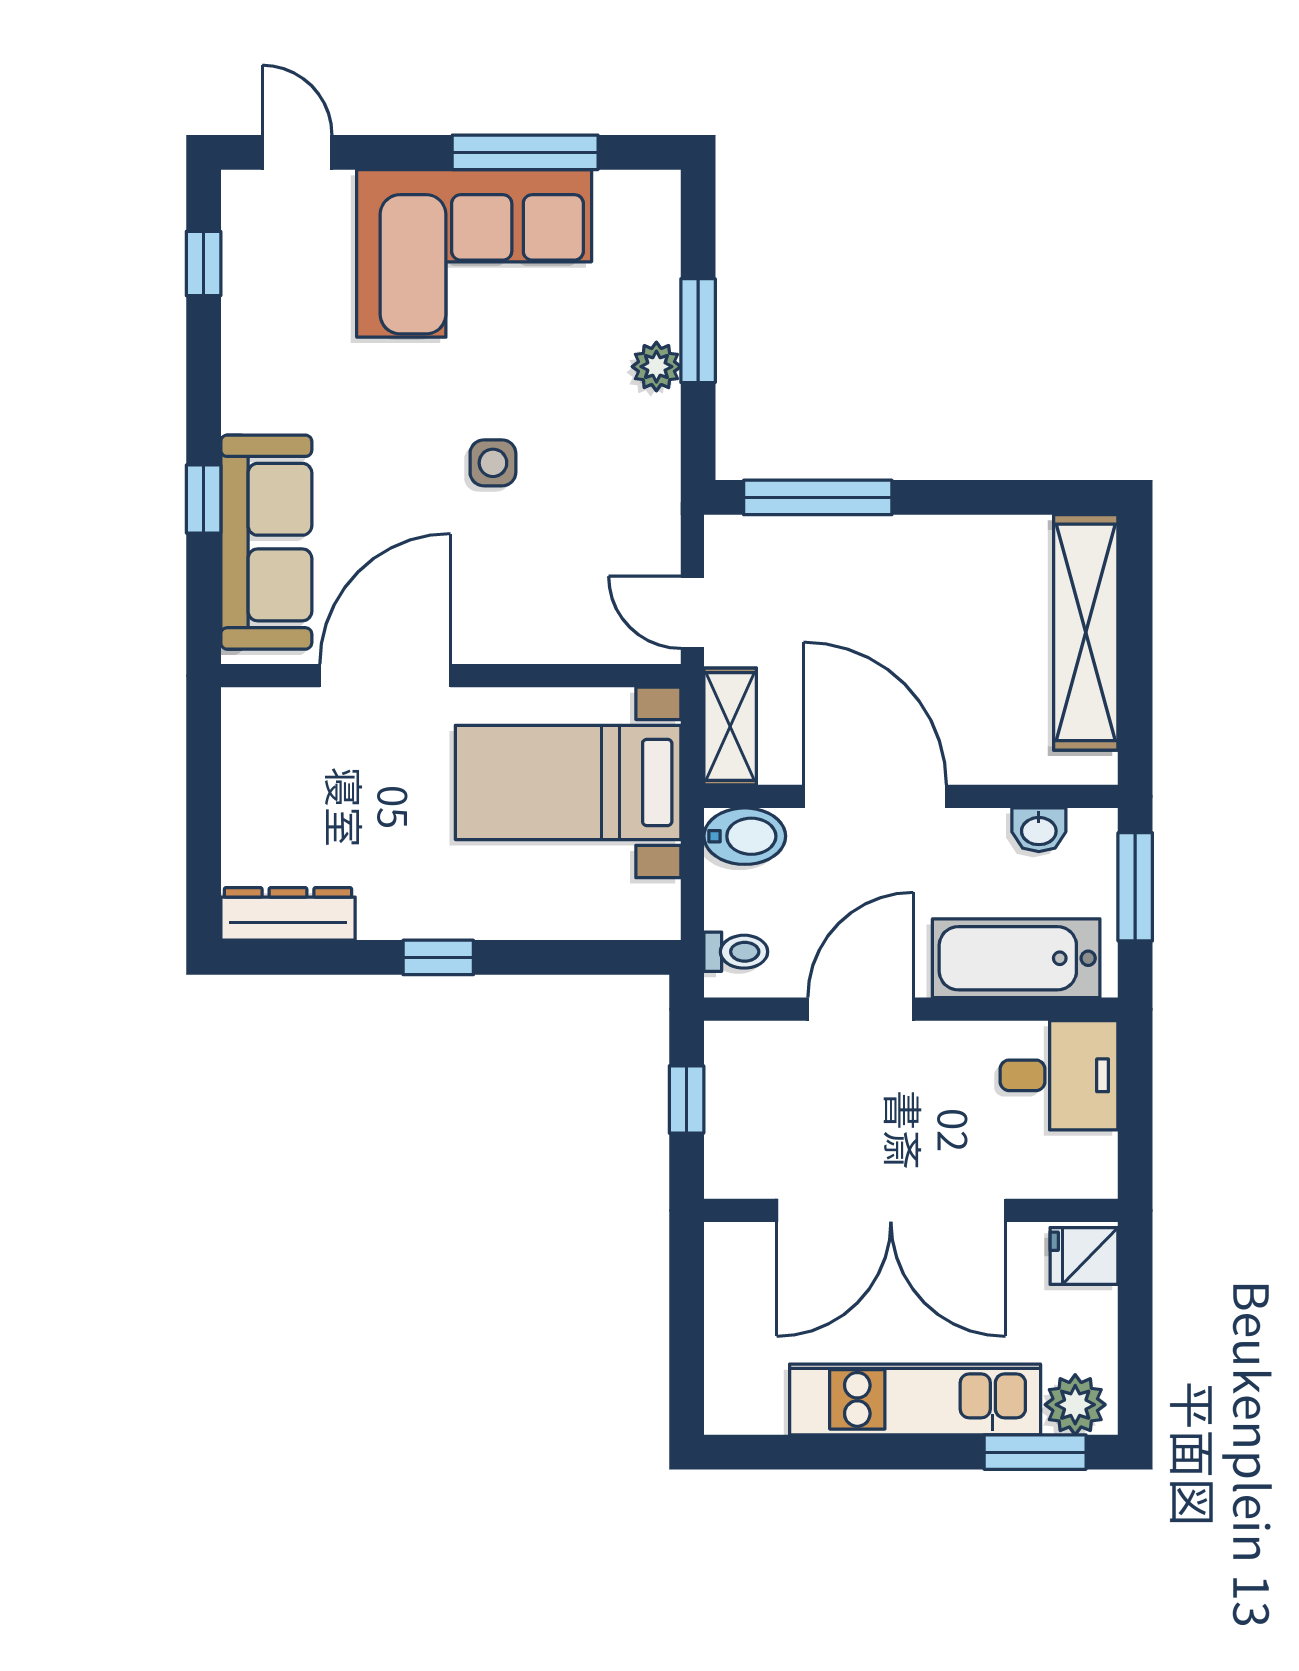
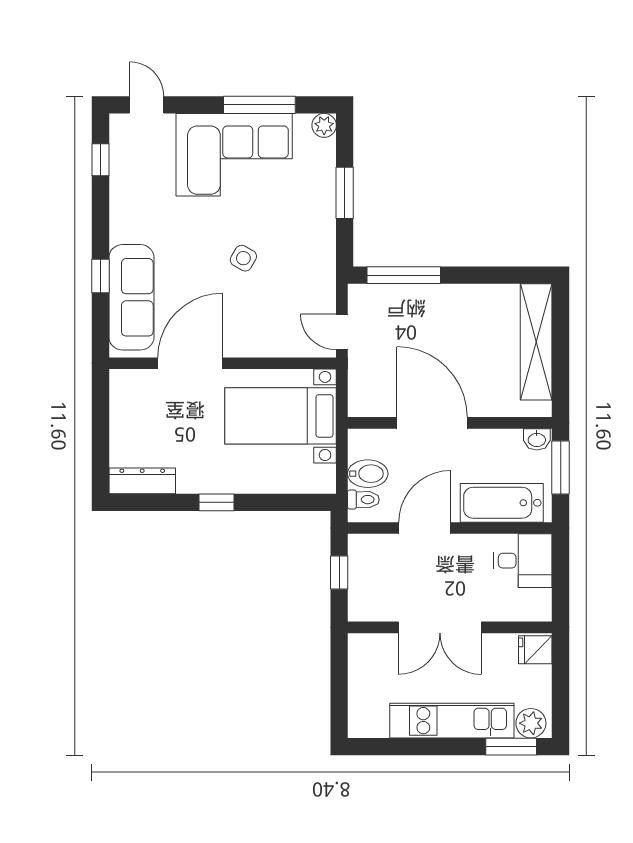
plant: (656, 367) -> (324, 125), moved
side table: (493, 463) -> (243, 258), turned 30
shelving: (730, 726) -> (361, 388), removed
washbasin: (1039, 830) -> (537, 439), moved
bidet: (745, 836) -> (368, 474), moved
double door: (891, 1210) -> (440, 627), width x0.73

